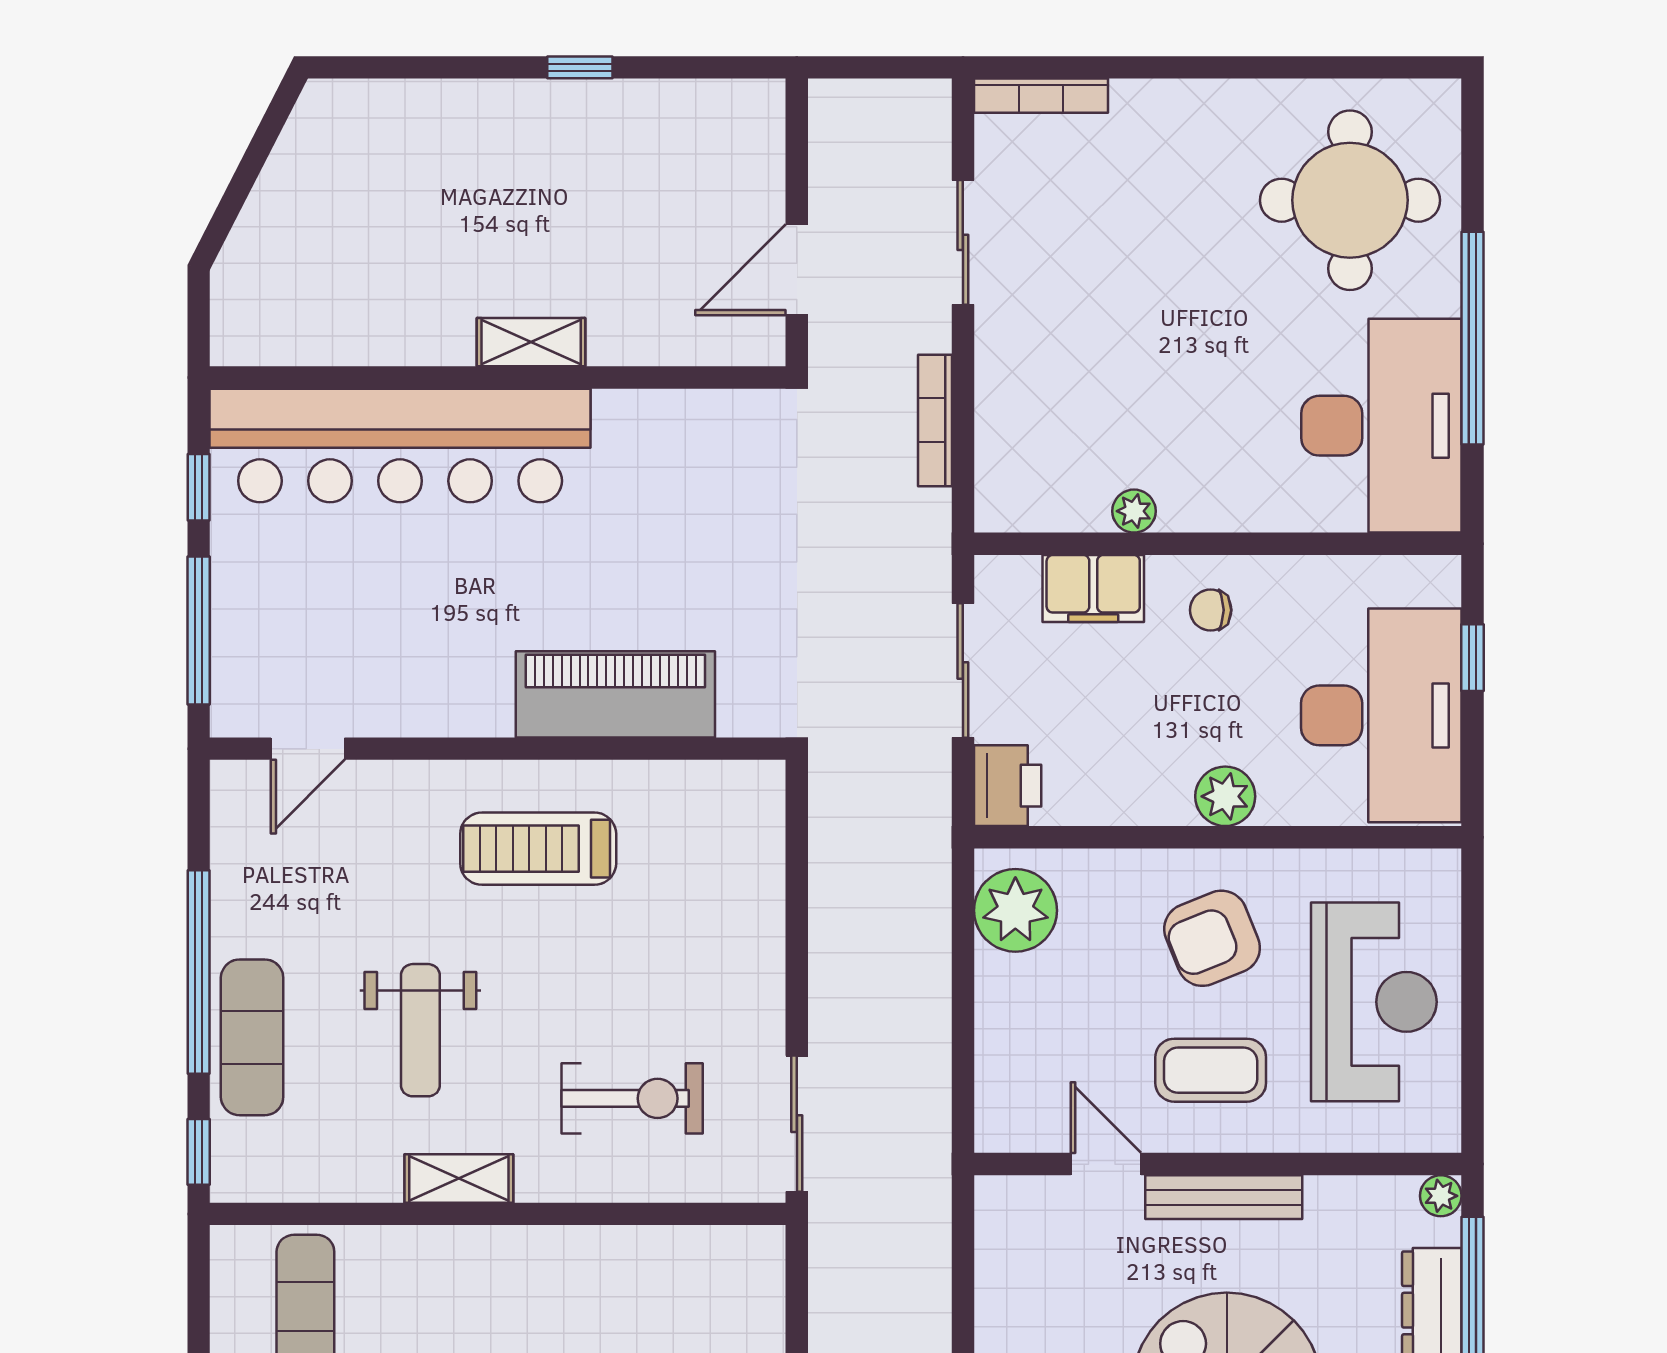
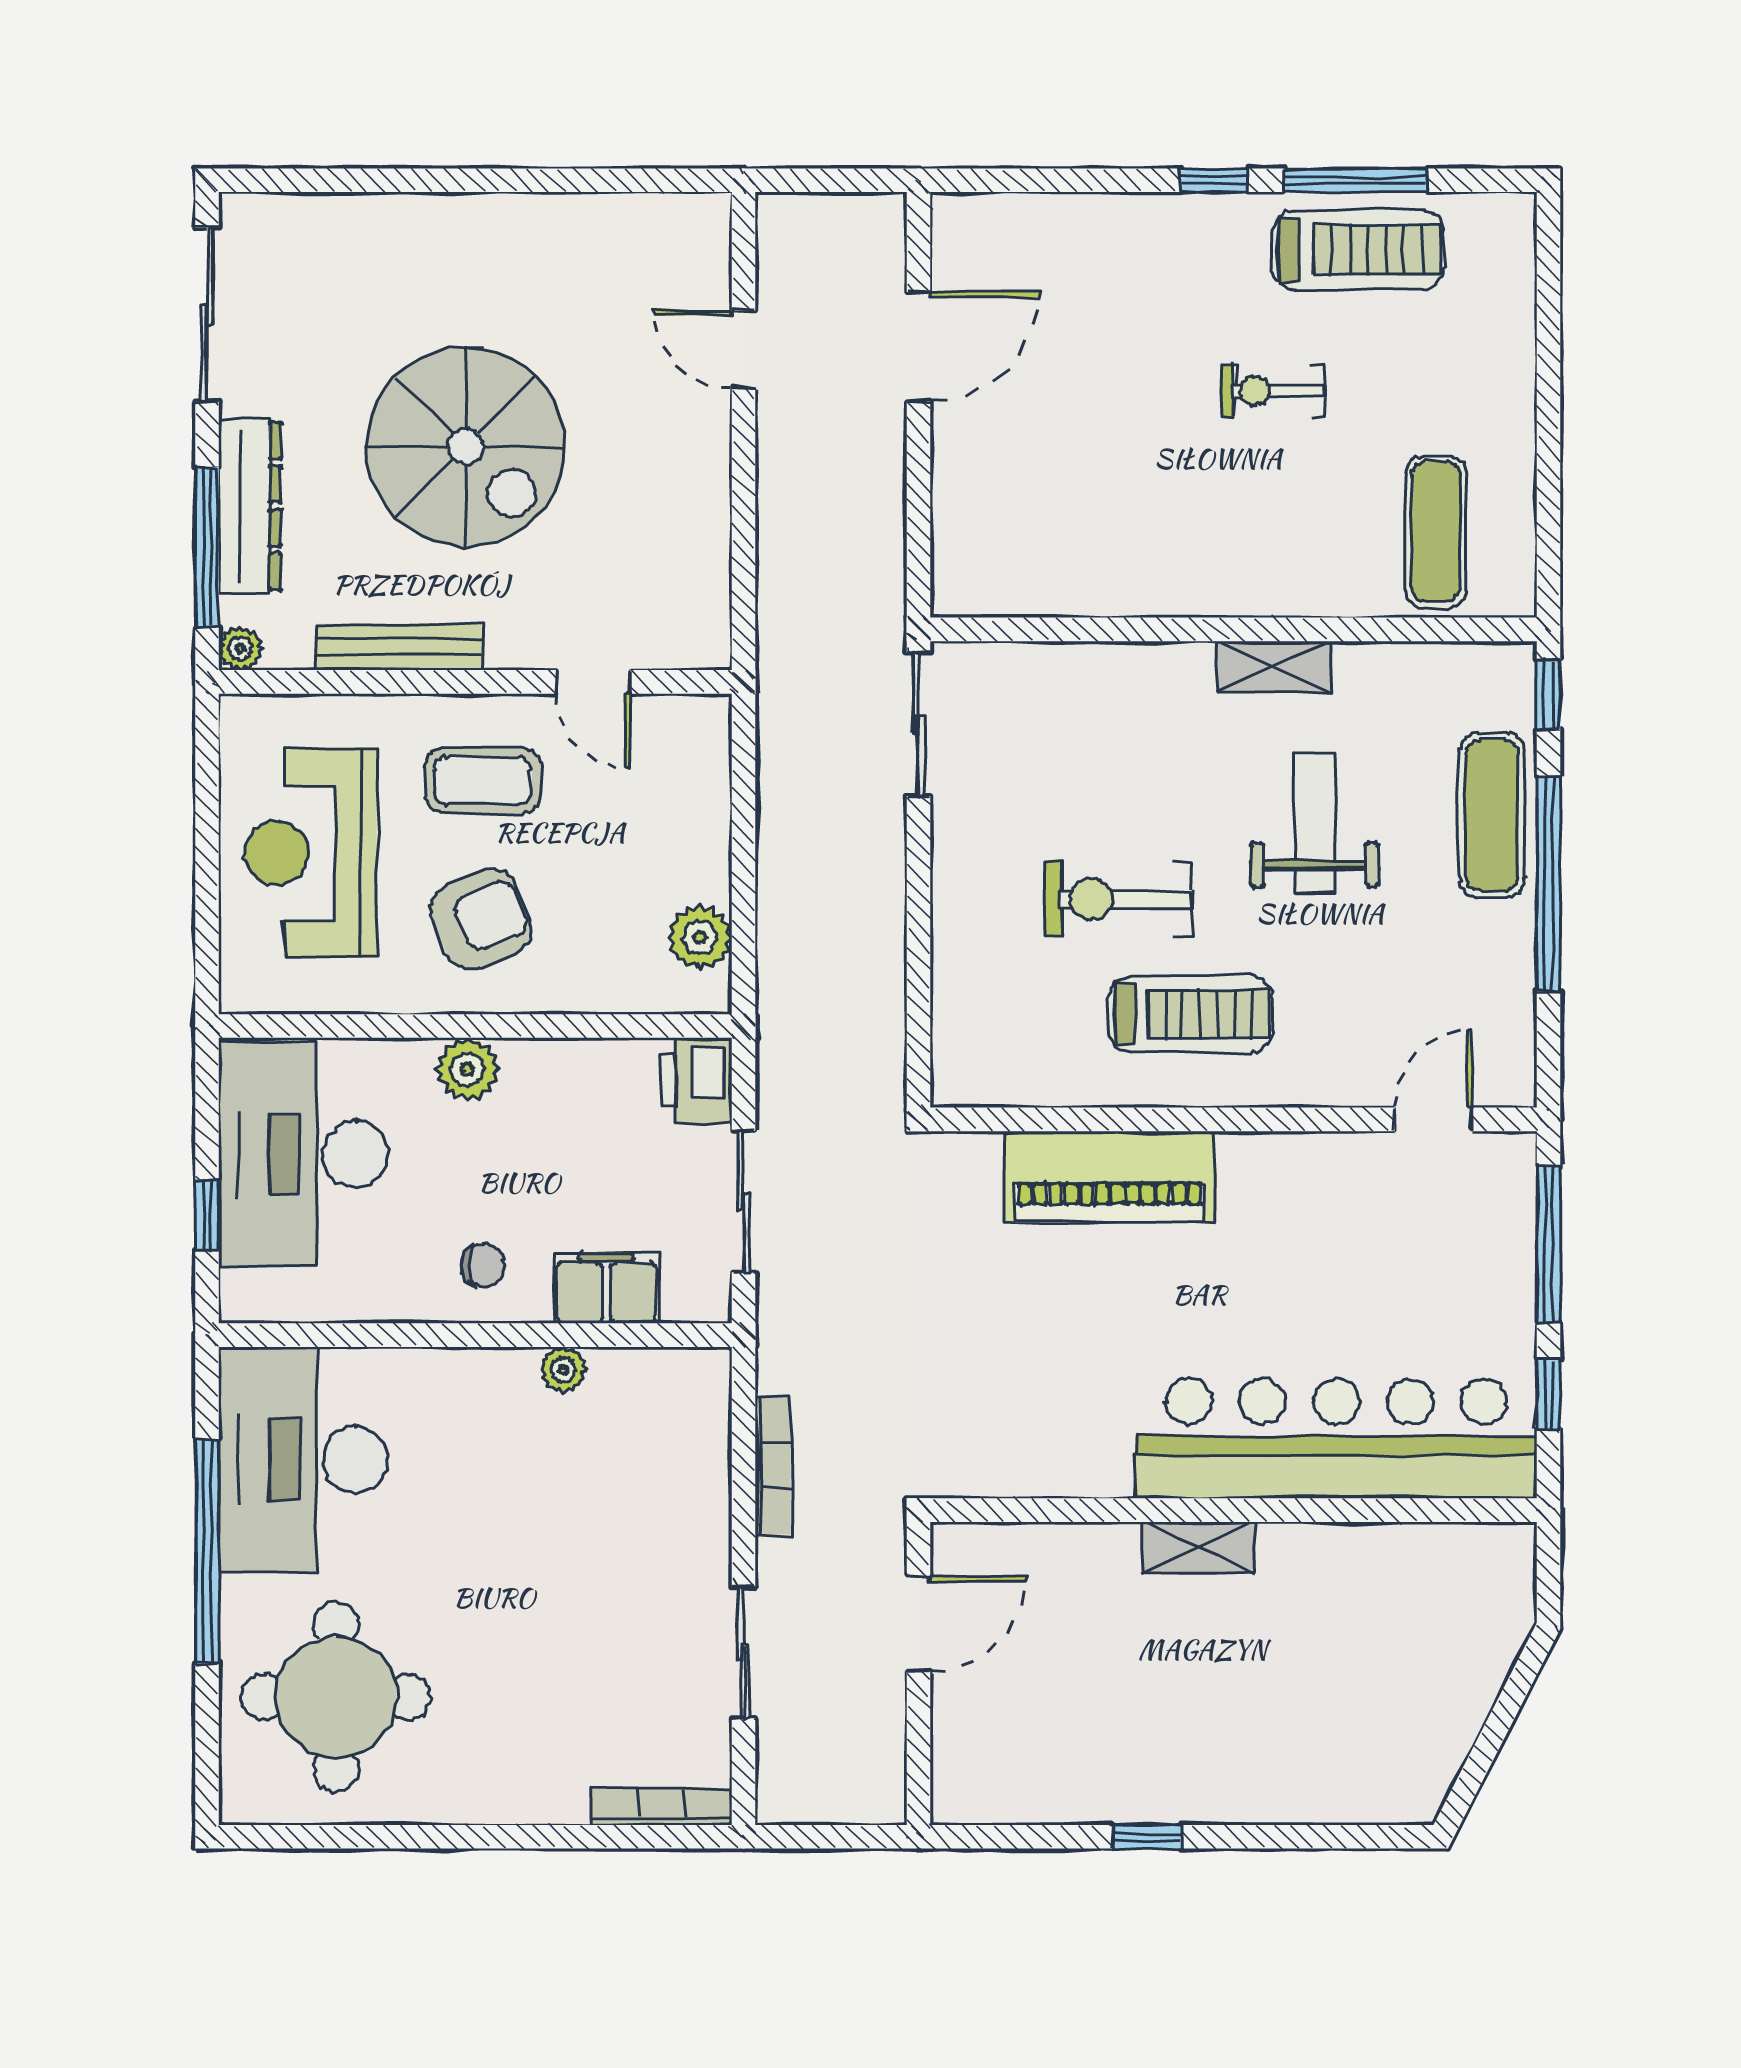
plant: (1015, 910) -> (700, 937), width x0.73, depth x0.73
exercise bike: (632, 1098) -> (1118, 899), moved
bench: (1224, 1197) -> (399, 647), moved

